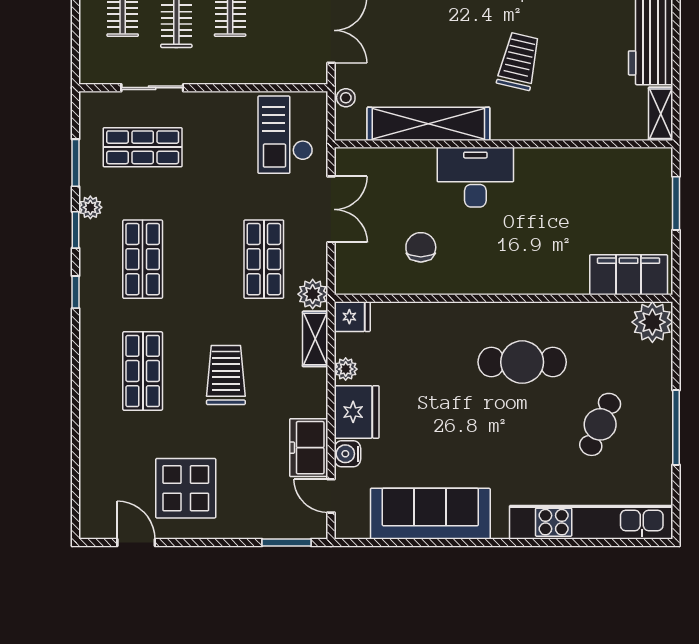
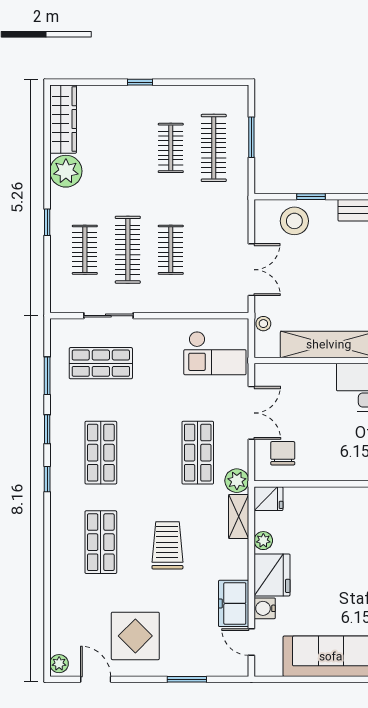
checkout: (285, 135) -> (215, 353), turned -90
plant: (90, 207) -> (59, 664), moved
chair: (421, 247) -> (283, 453), moved
window: (286, 542) -> (187, 679), moved

